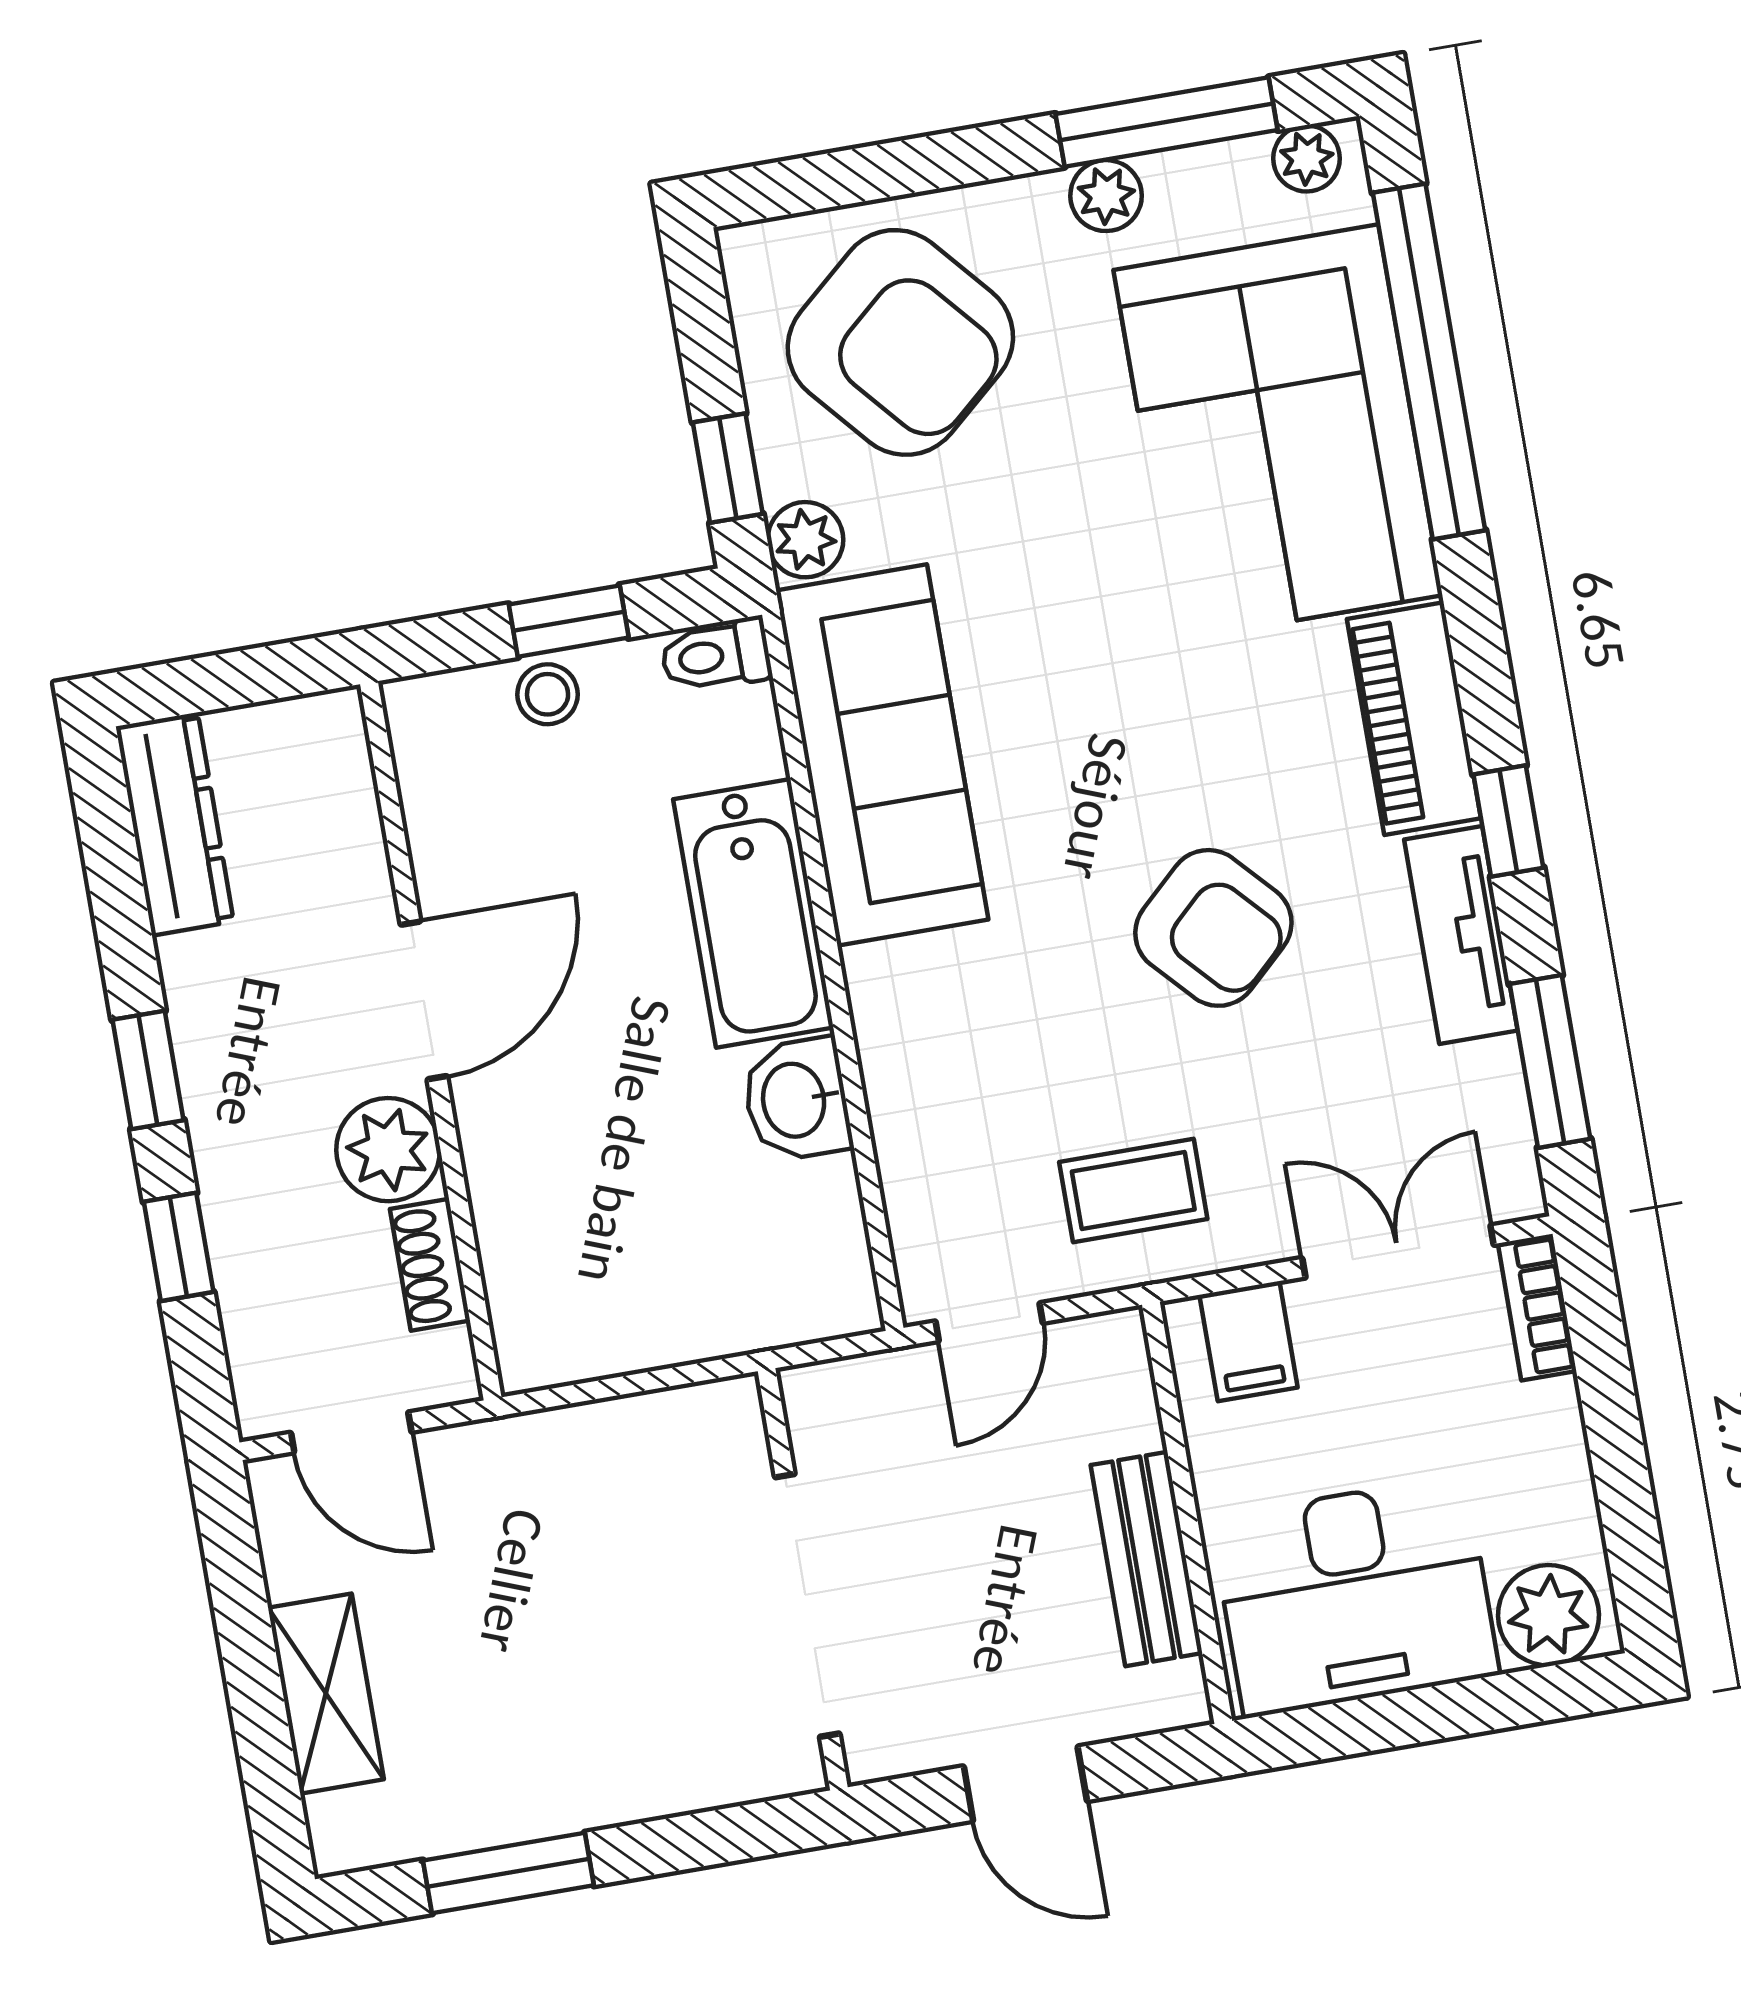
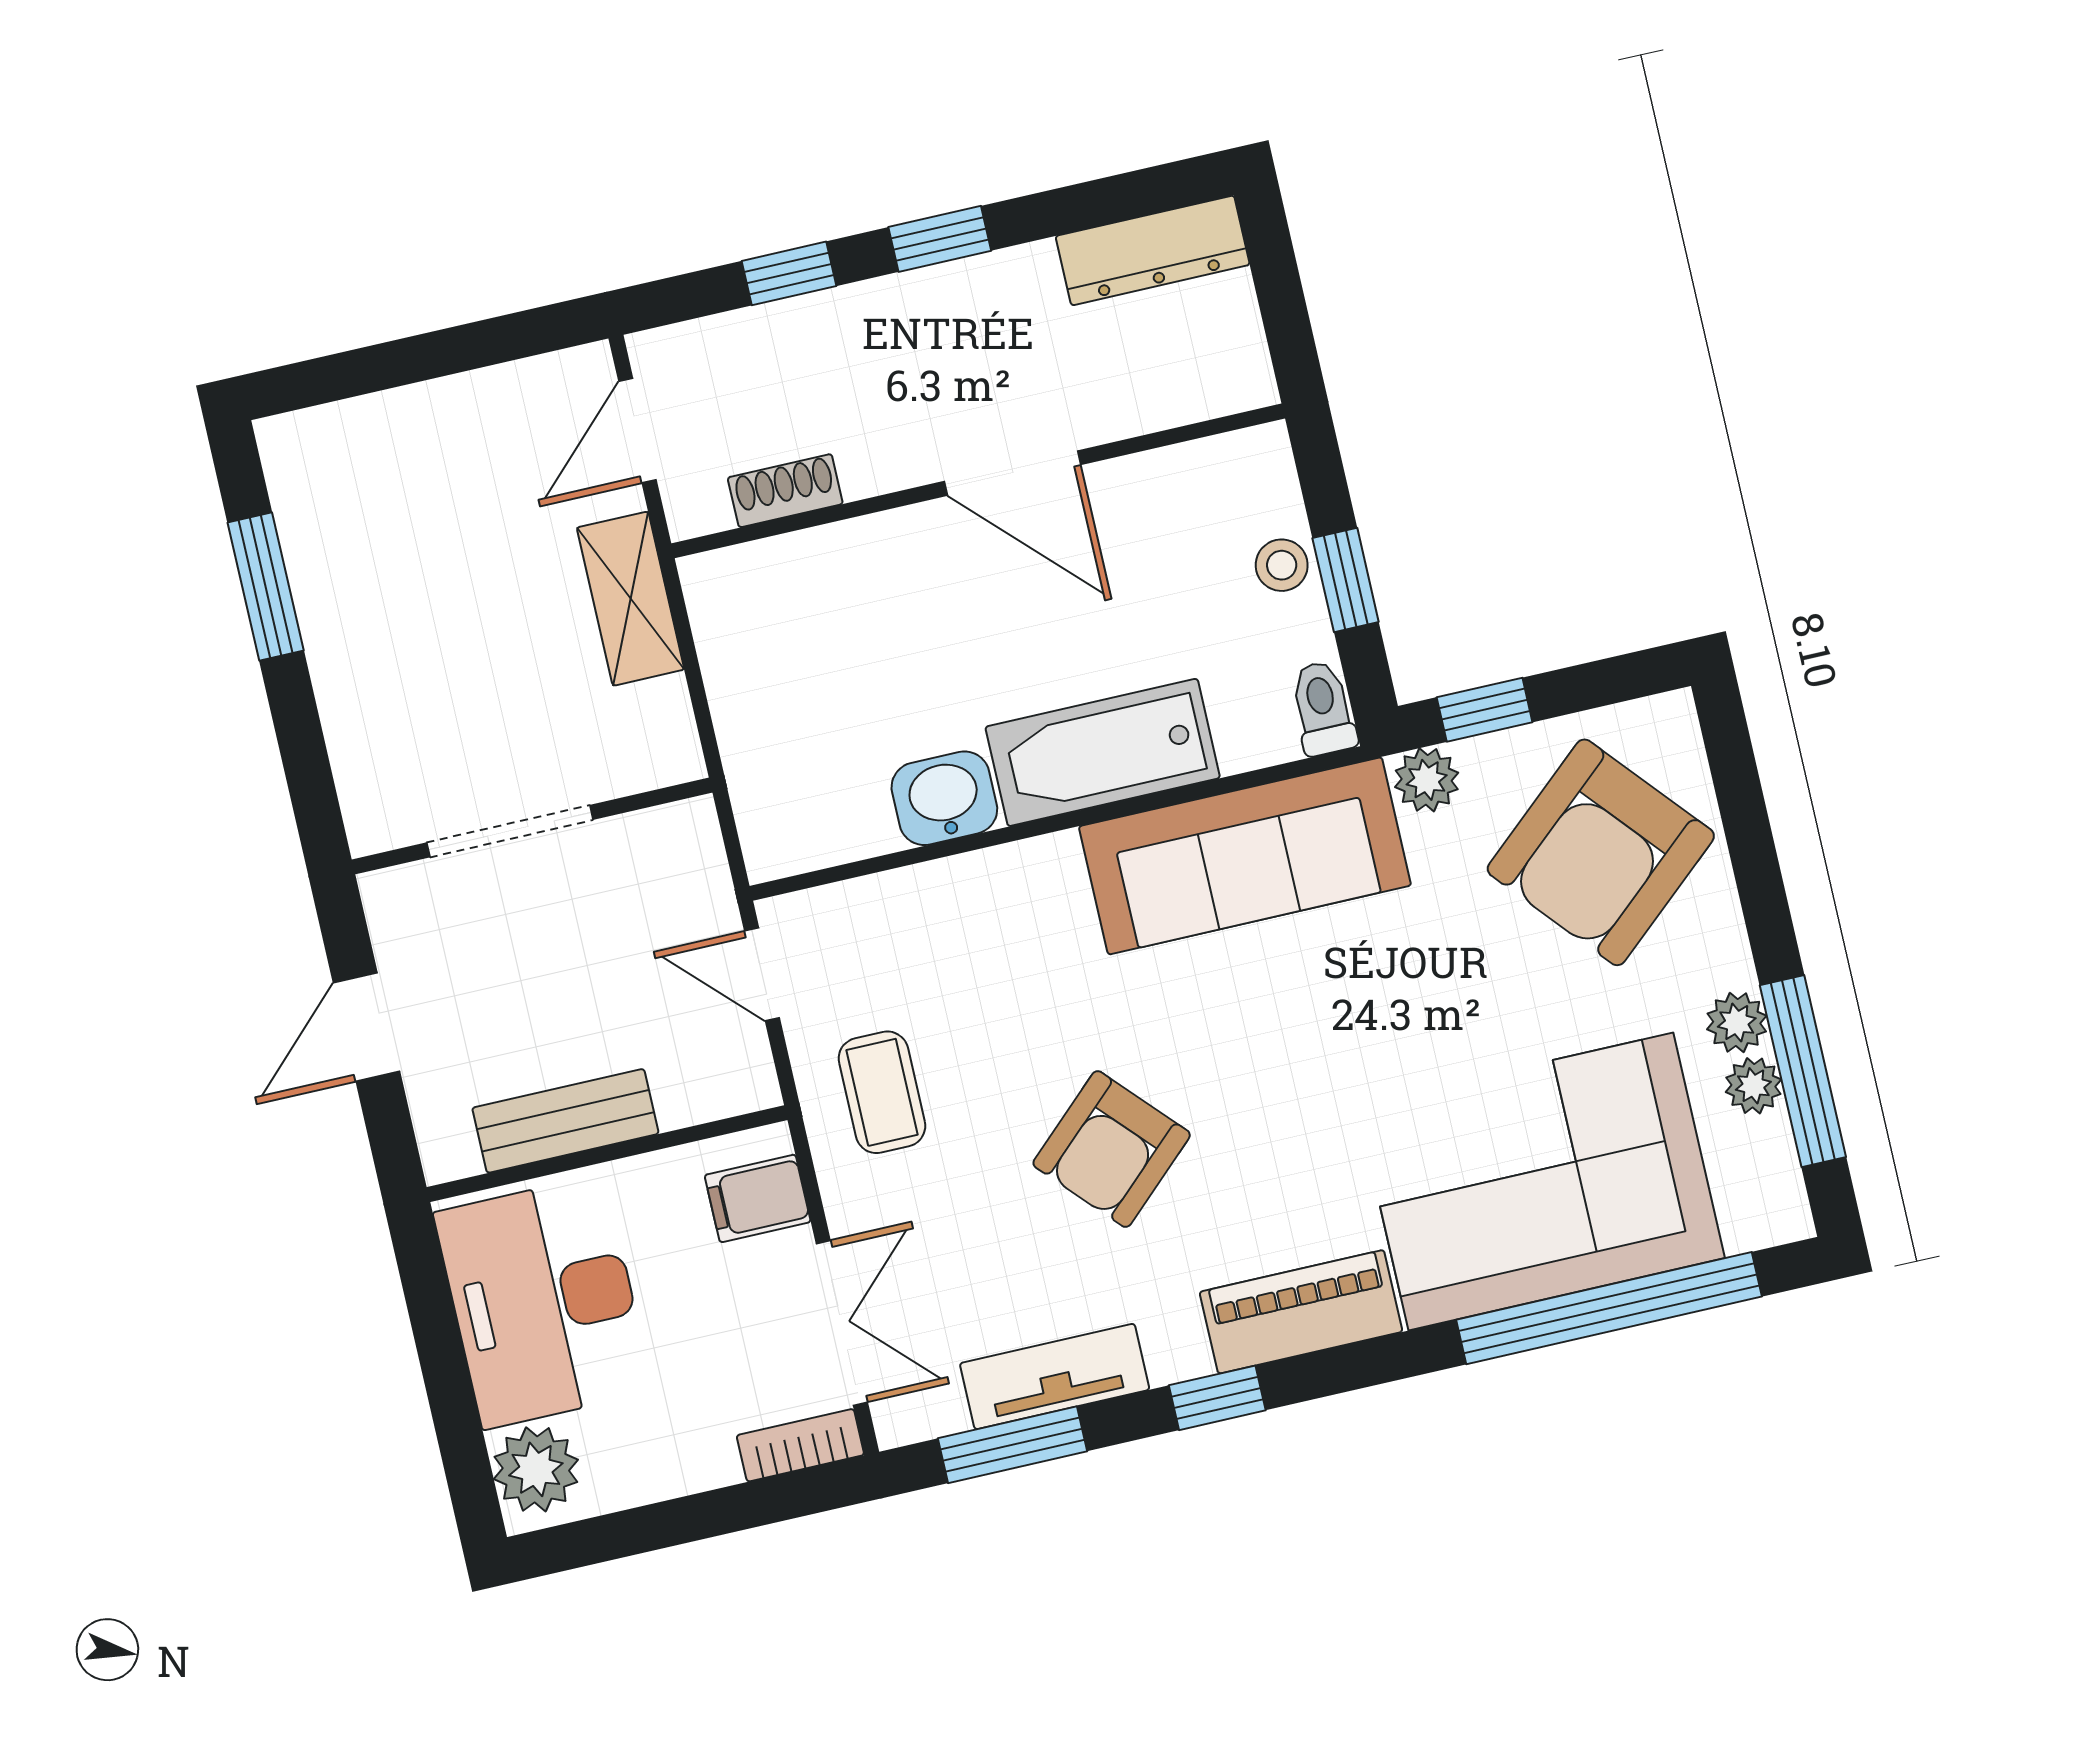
plant: (1307, 158) -> (1753, 1086), moved
tv unit: (1461, 935) -> (1055, 1377), moved
plant: (388, 1150) -> (882, 449), removed
doorway: (807, 1605) -> (510, 831), width x0.73
shelving: (326, 1694) -> (631, 599), moved, turned 90

